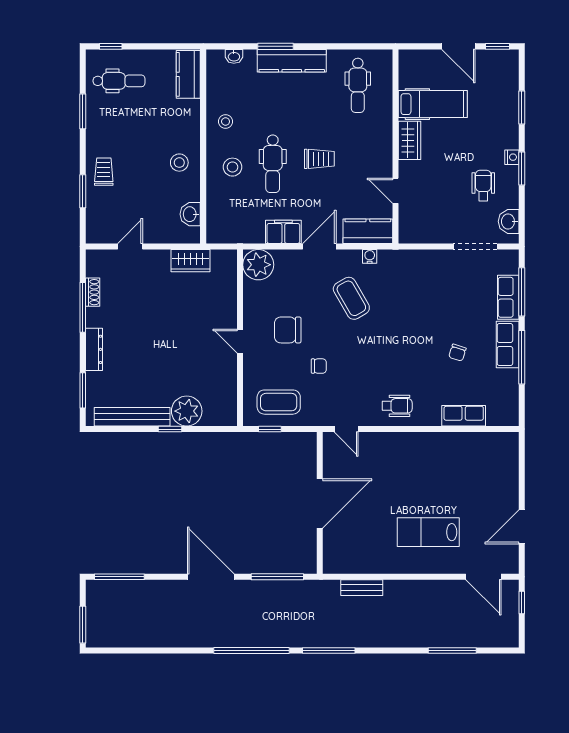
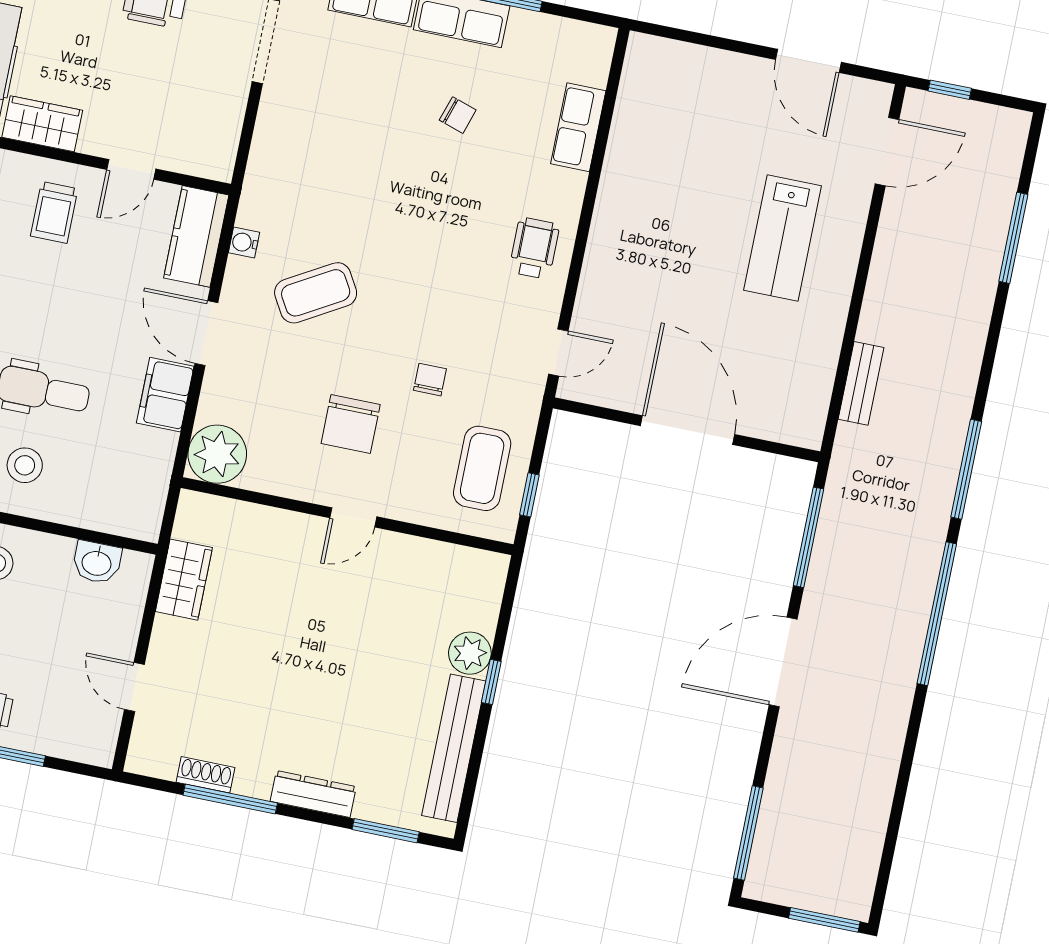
trolley: (319, 159) -> (54, 212), moved, turned 180
plant: (187, 411) -> (470, 653), width x0.73, depth x0.73

